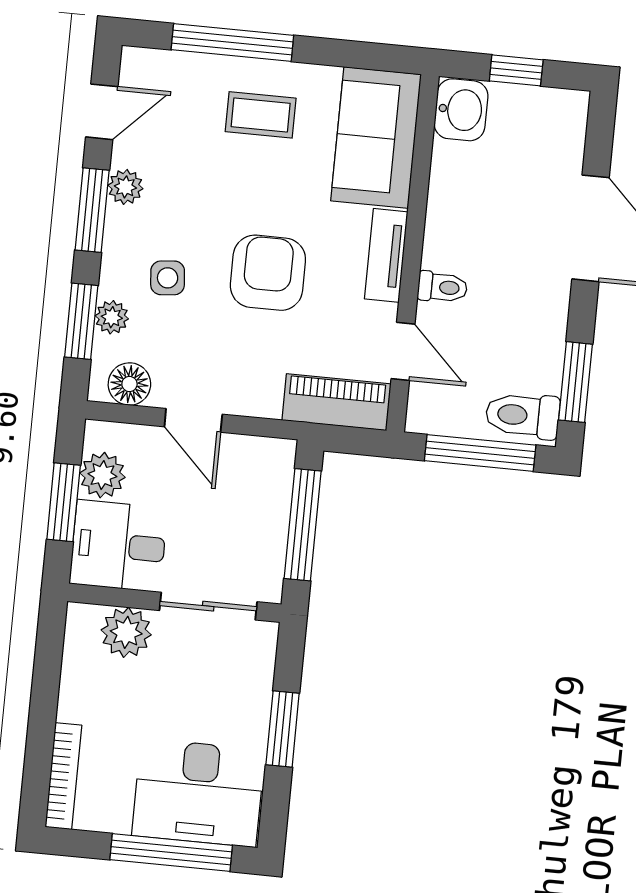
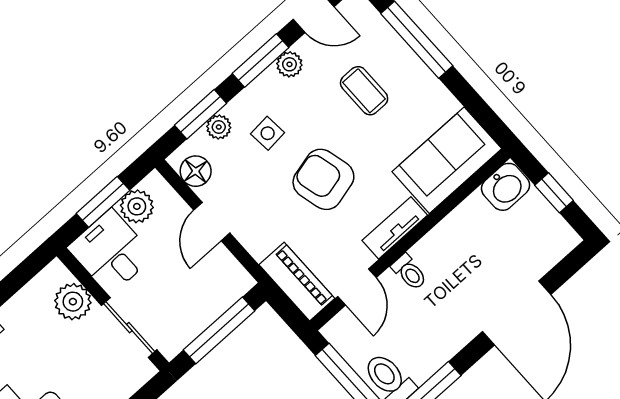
coffee table: (261, 115) -> (364, 91), moved
armchair: (268, 273) -> (323, 179), turned -104

